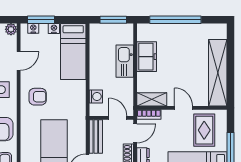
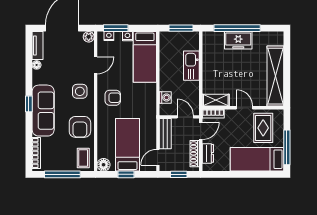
freezer: (147, 57) -> (238, 40), moved, turned 90

